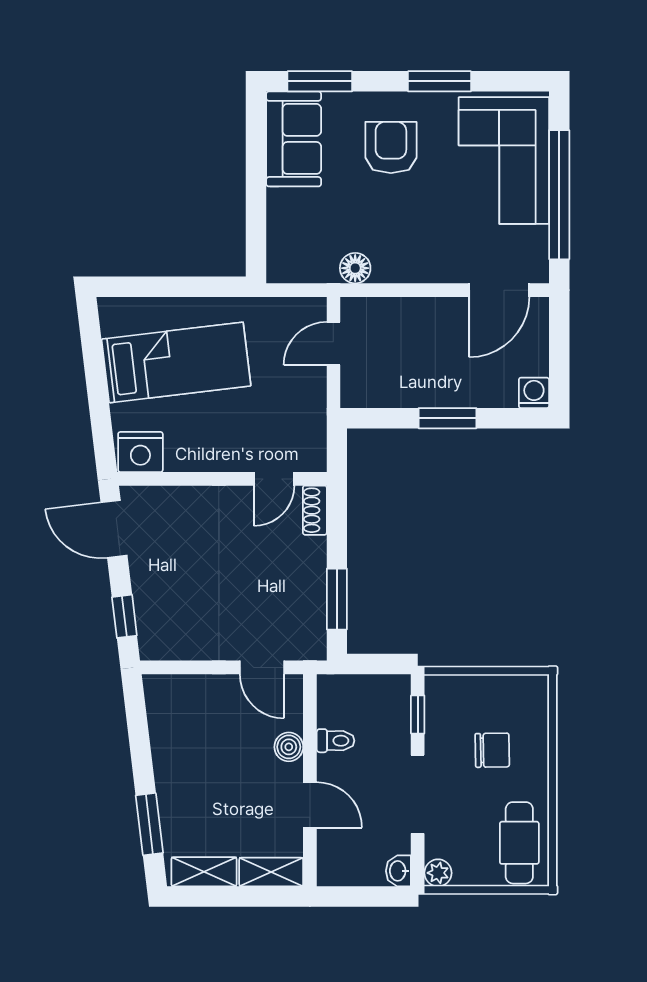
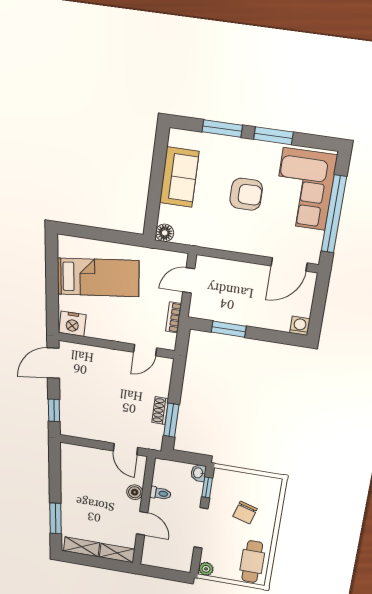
window: (320, 81) -> (222, 129), moved
sofa: (294, 139) -> (179, 177), moved
armchair: (391, 147) -> (246, 194), moved, turned 90
floor lamp: (355, 268) -> (165, 233), moved
bookcase: (316, 413) -> (174, 317), added
window: (447, 418) -> (229, 329), moved
shoe rack: (315, 510) -> (160, 411), moved
door: (114, 529) -> (53, 363), hinge flipped
chair: (492, 750) -> (245, 512), turned 107
washbasin: (398, 871) -> (198, 473), moved

